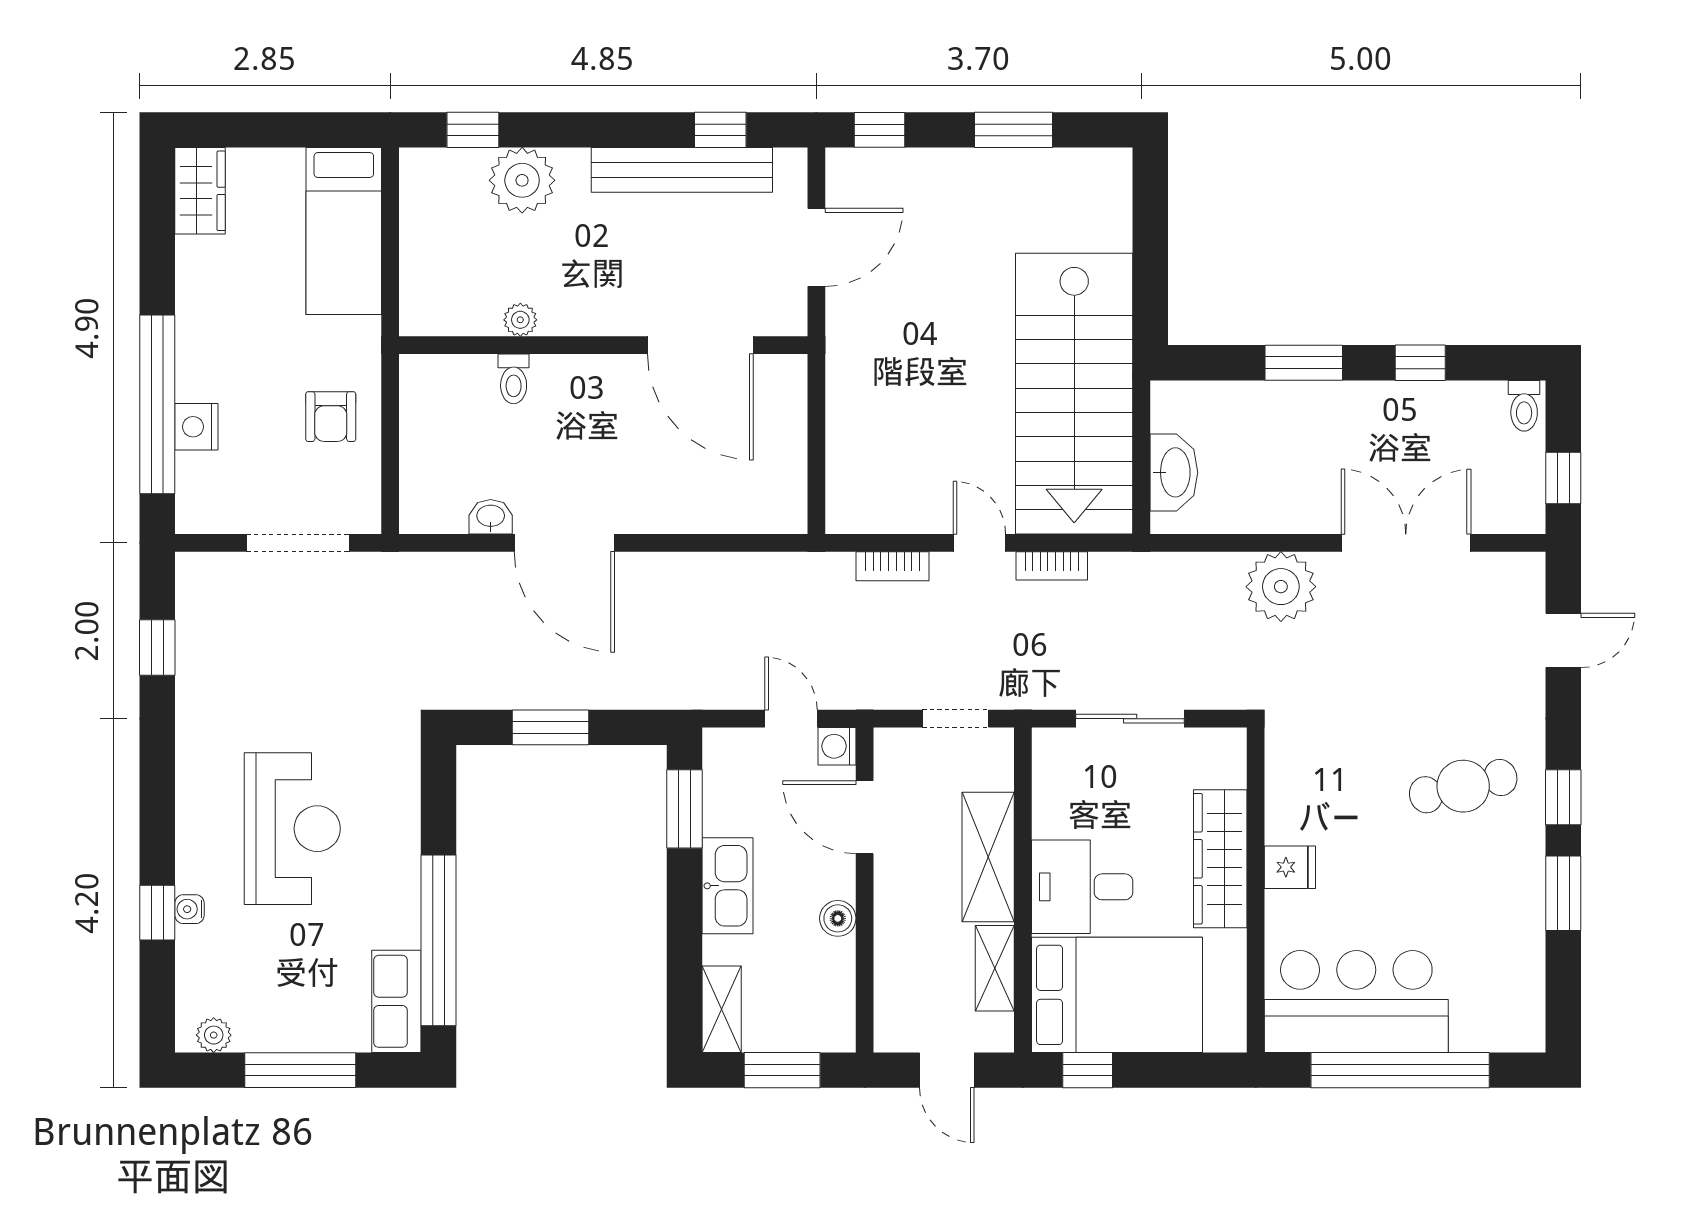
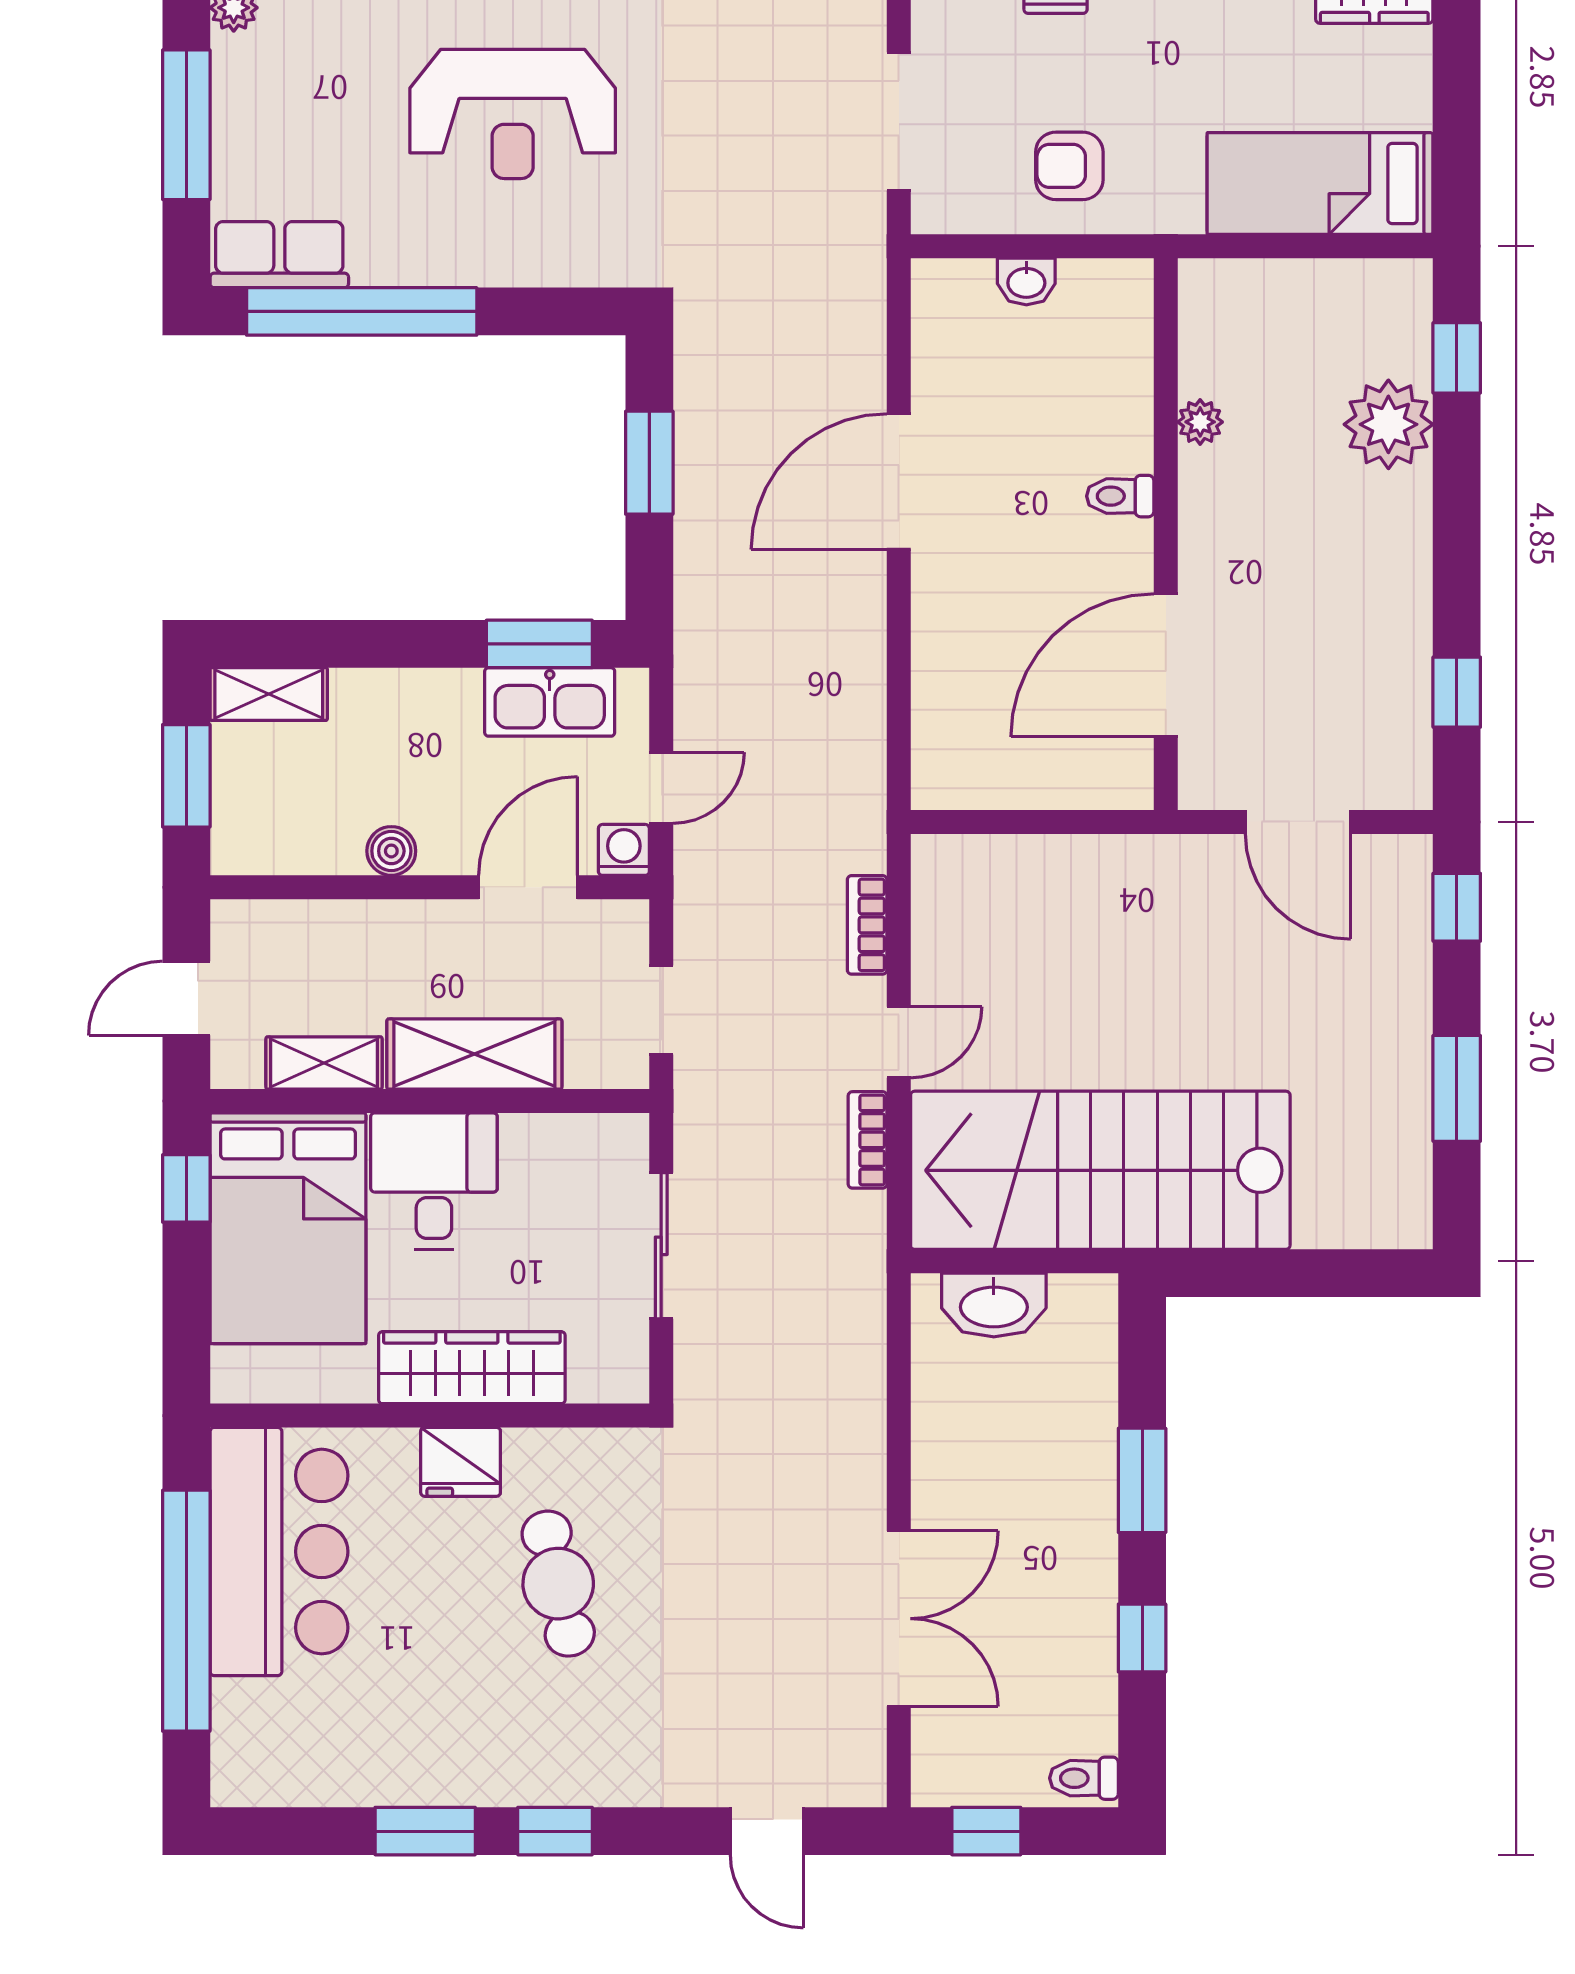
bench: (682, 170) -> (1403, 640), removed
toilet: (514, 379) -> (1120, 496), moved
washbasin: (491, 517) -> (1026, 281), moved, turned 90
plant: (1281, 587) -> (840, 1450), removed
cafe table: (1463, 786) -> (558, 1584), moved
fridge: (1290, 867) -> (461, 1462), width x1.38
kitchen sink: (727, 886) -> (550, 702), moved

